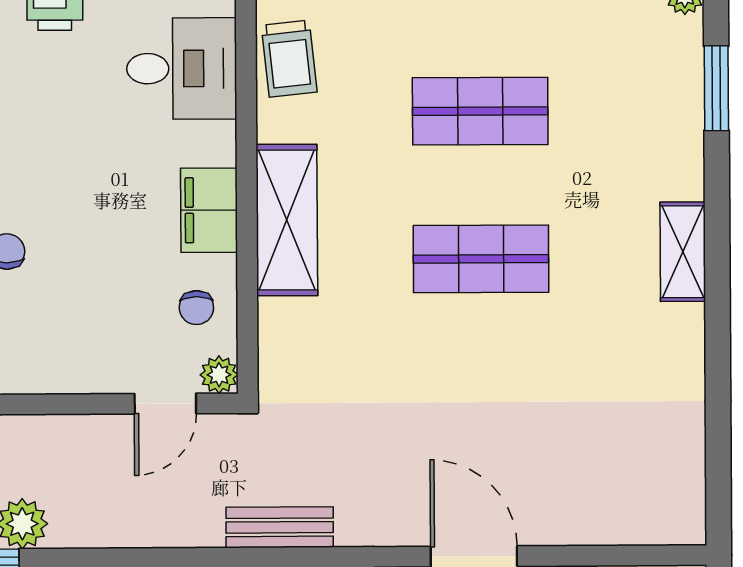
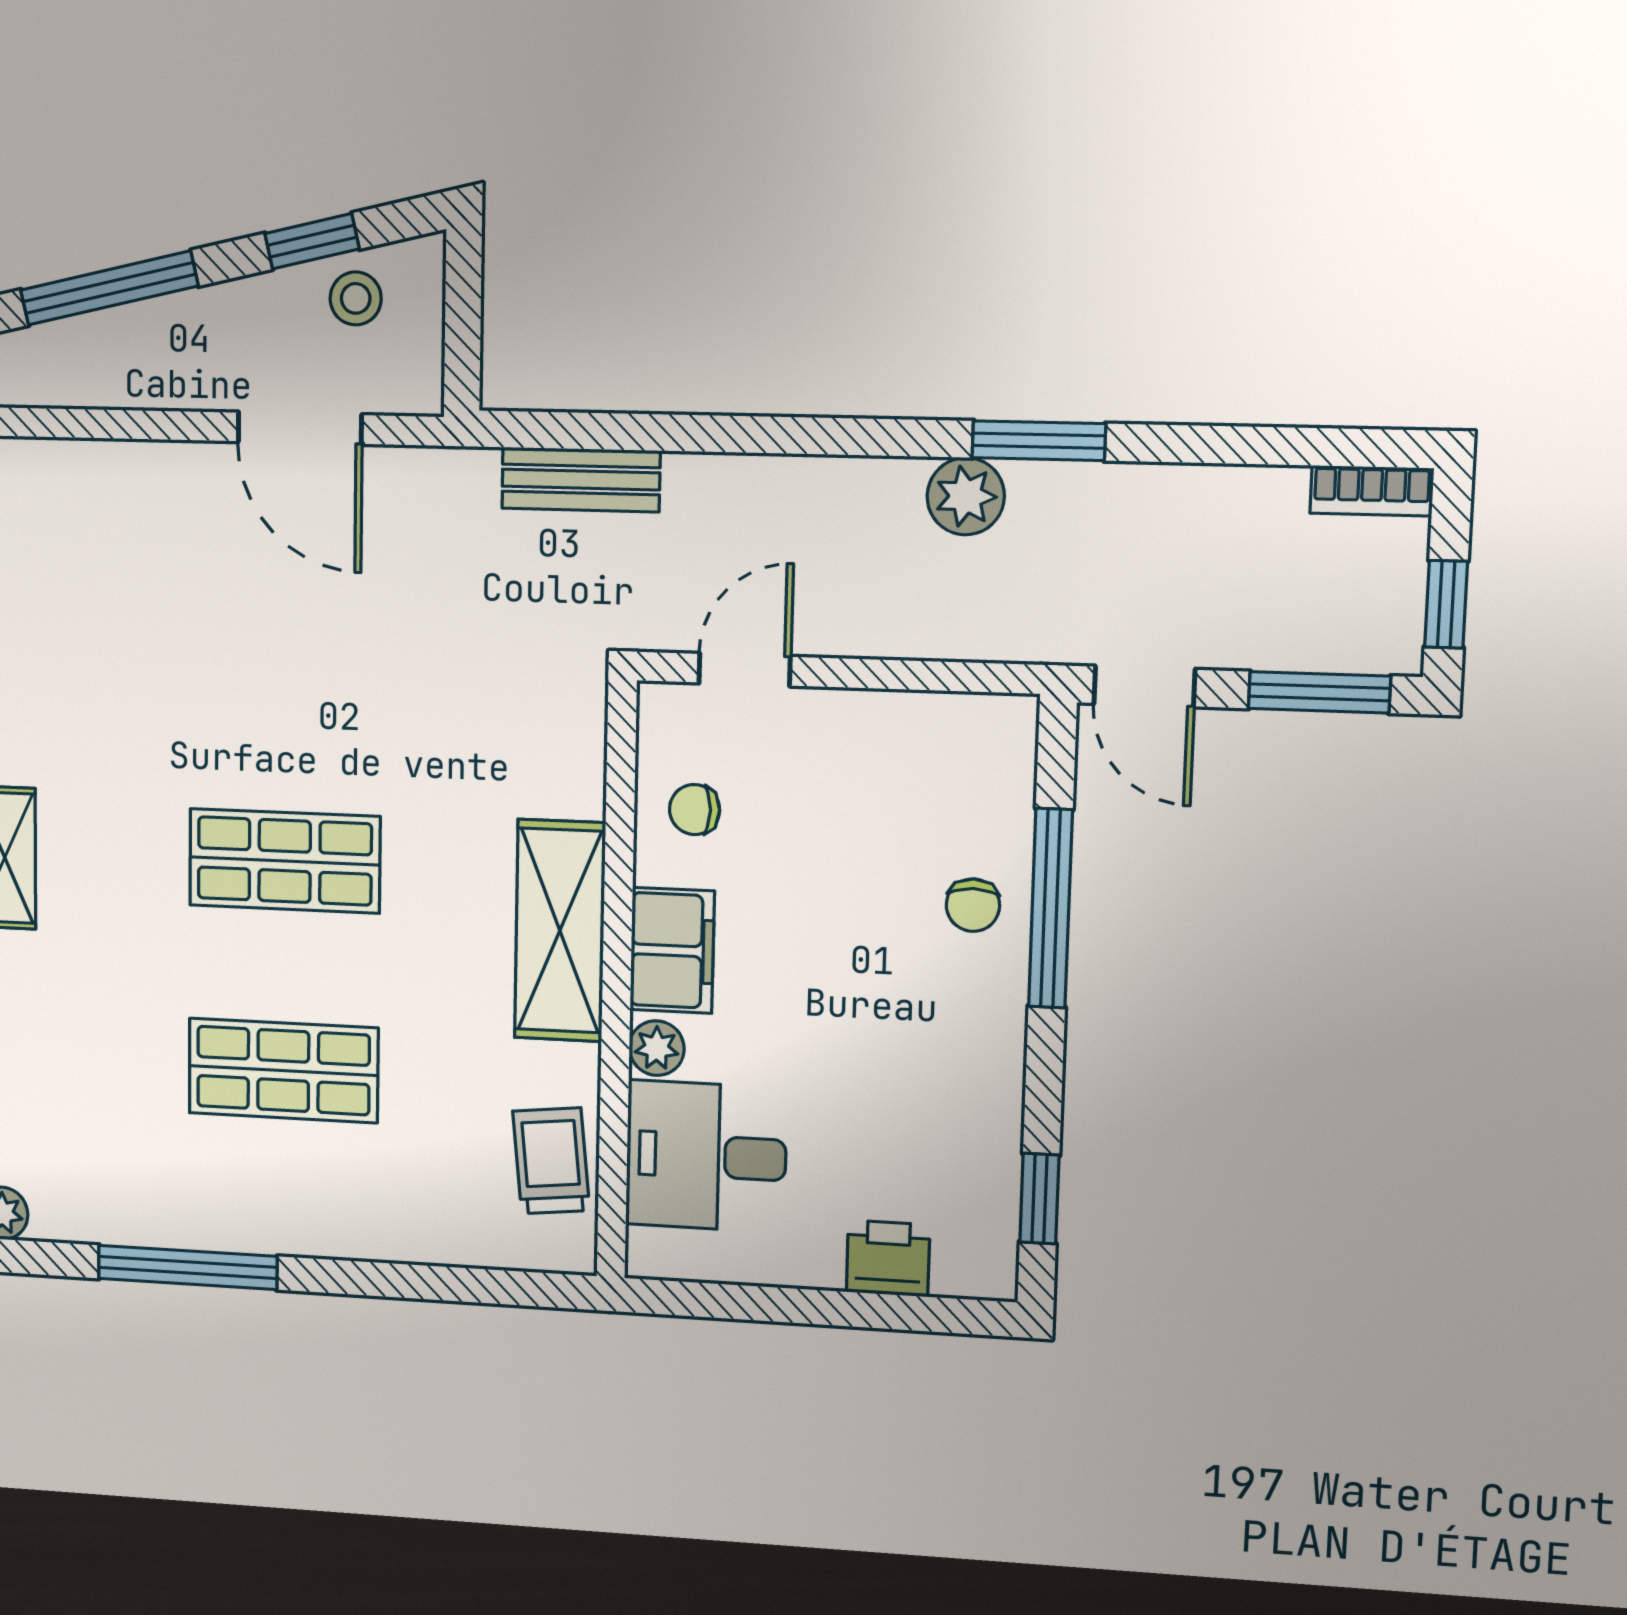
chair: (196, 308) -> (695, 810), turned -90
plant: (219, 375) -> (657, 1048), moved

